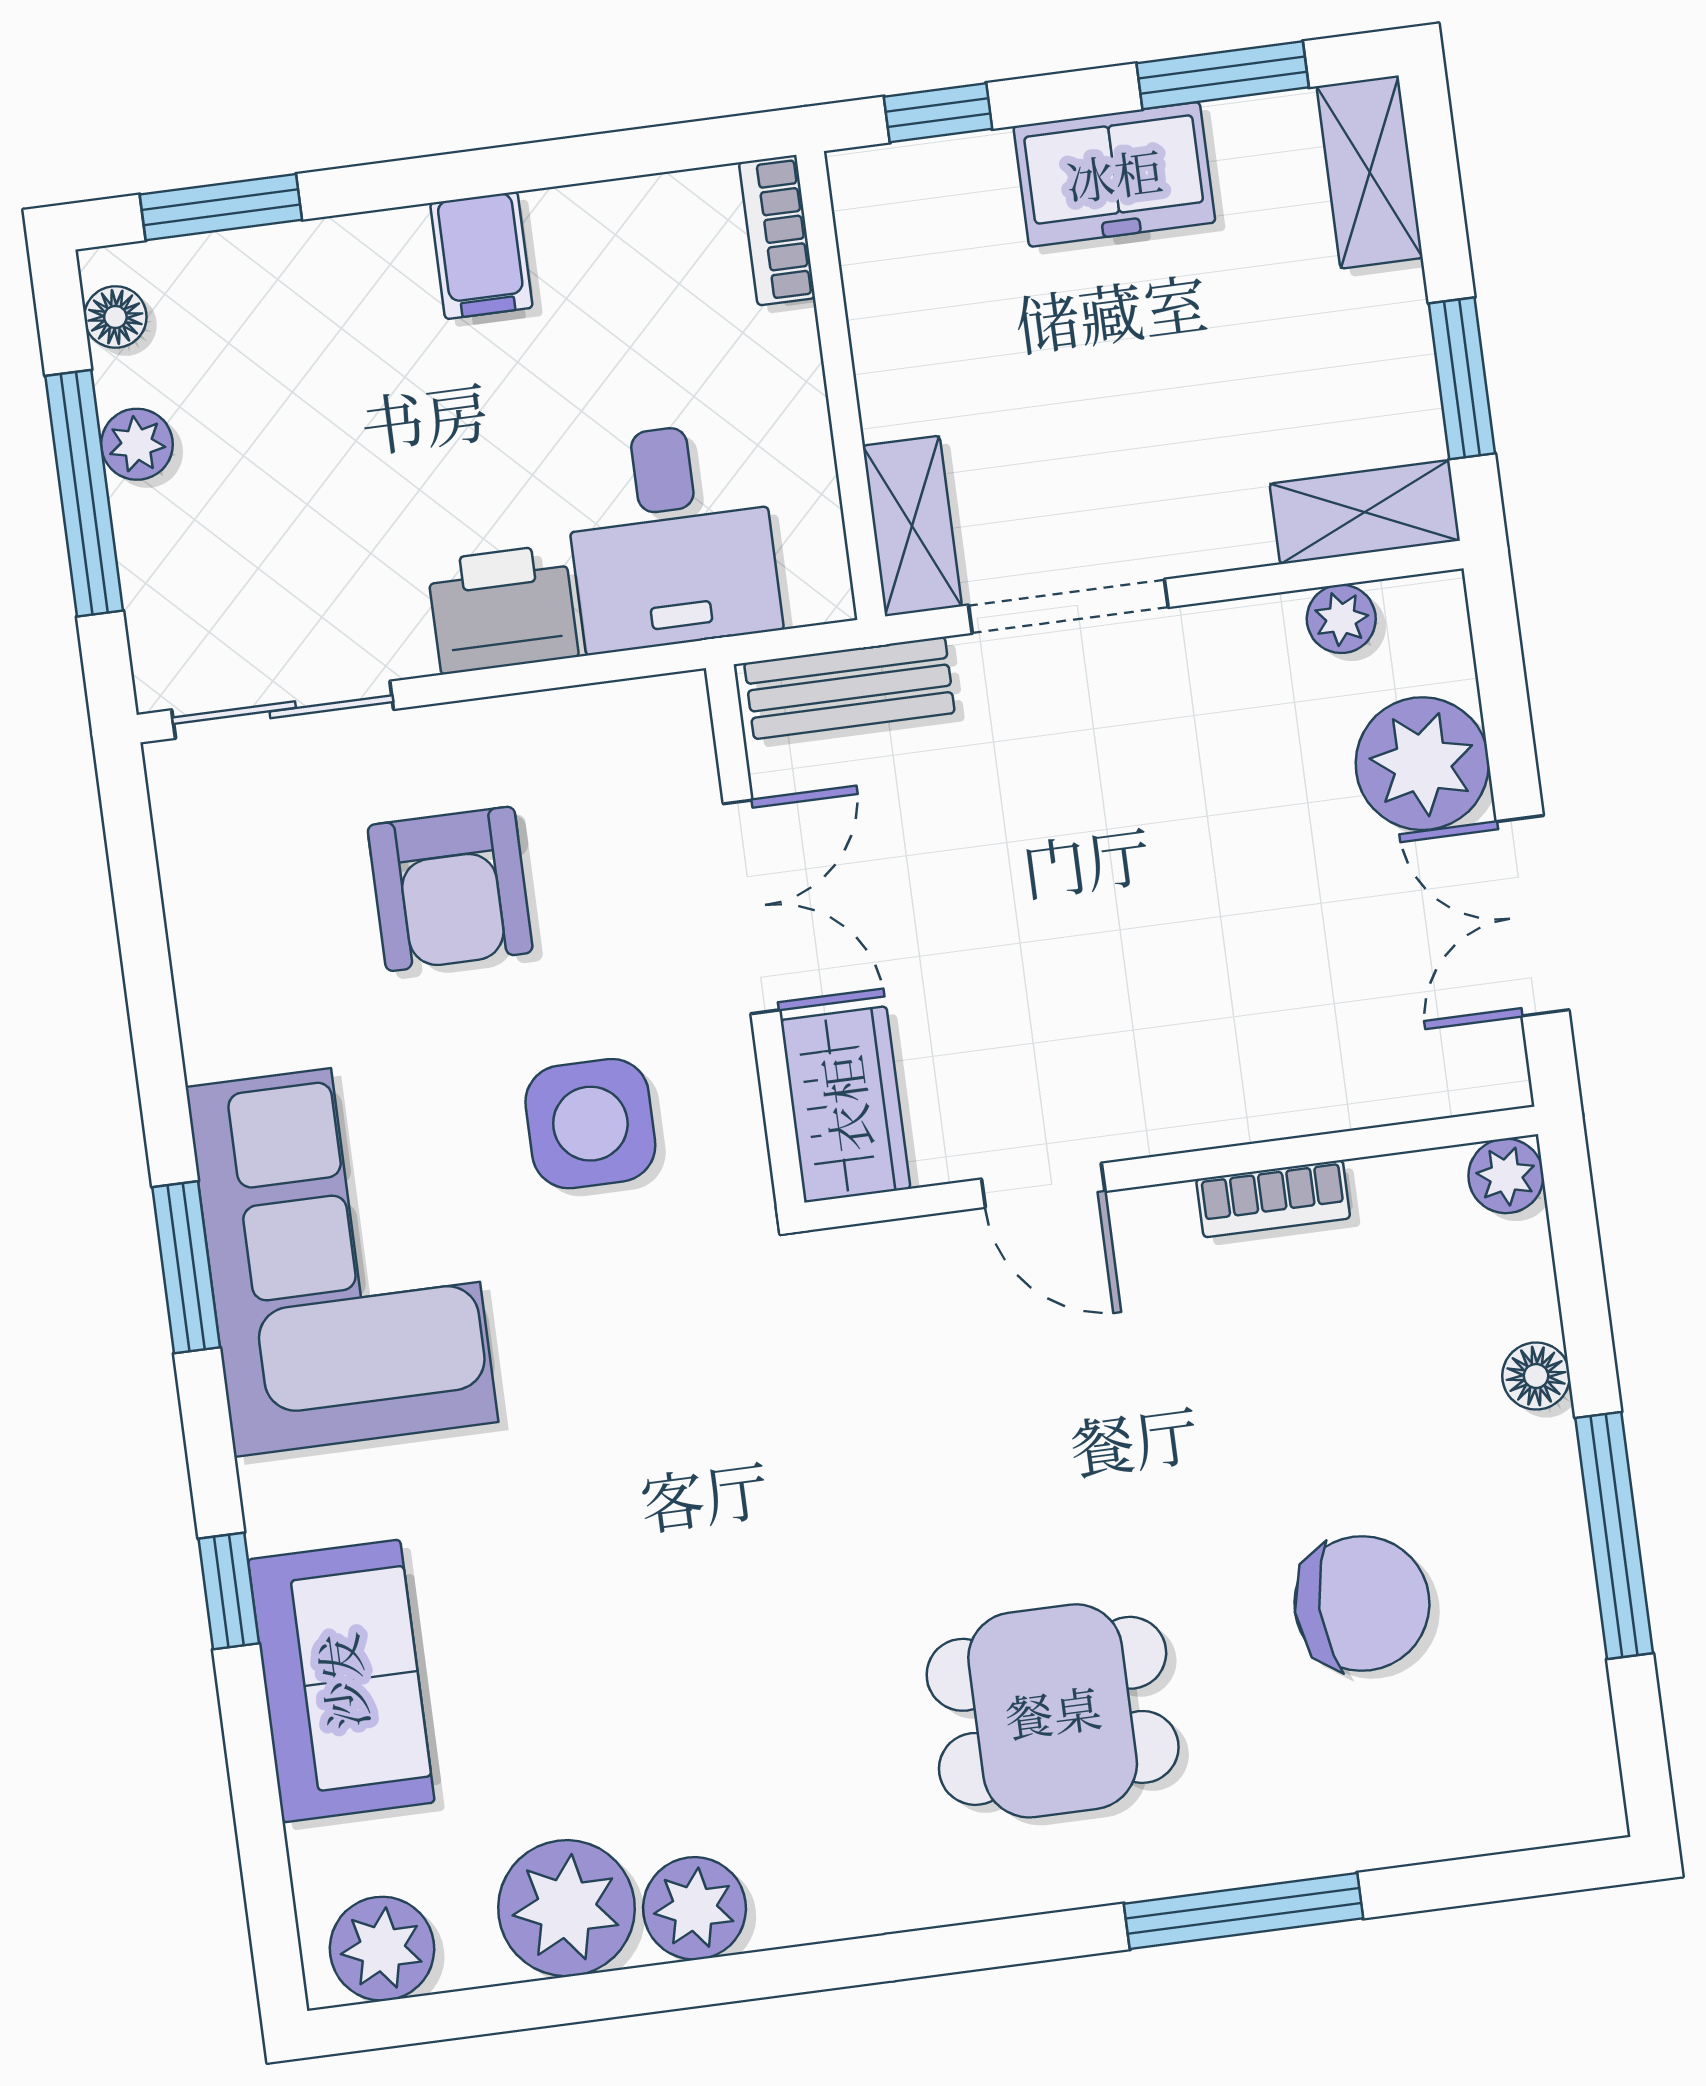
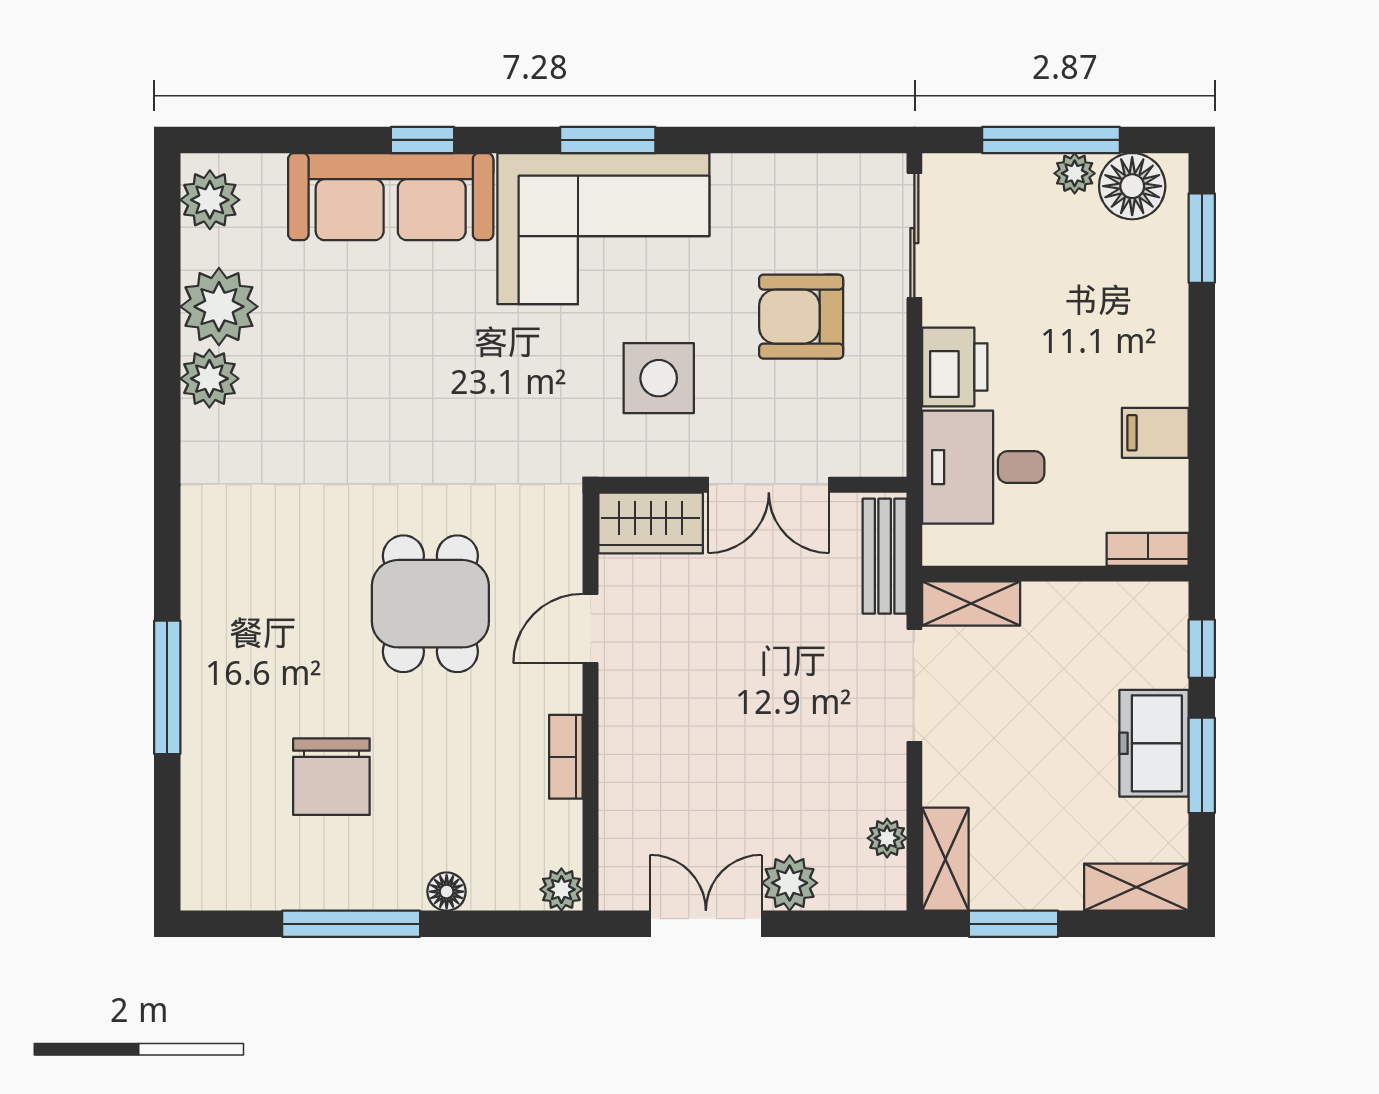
window: (1223, 75) -> (1202, 765), moved
filing cabinet: (481, 255) -> (1155, 433), moved
floor lamp: (115, 317) -> (1132, 186), width x1.89, depth x1.89
plant: (1422, 764) -> (790, 883), width x0.73, depth x0.73
sofa: (341, 1681) -> (391, 197), width x1.36
dining table: (1053, 1711) -> (430, 604), moved

